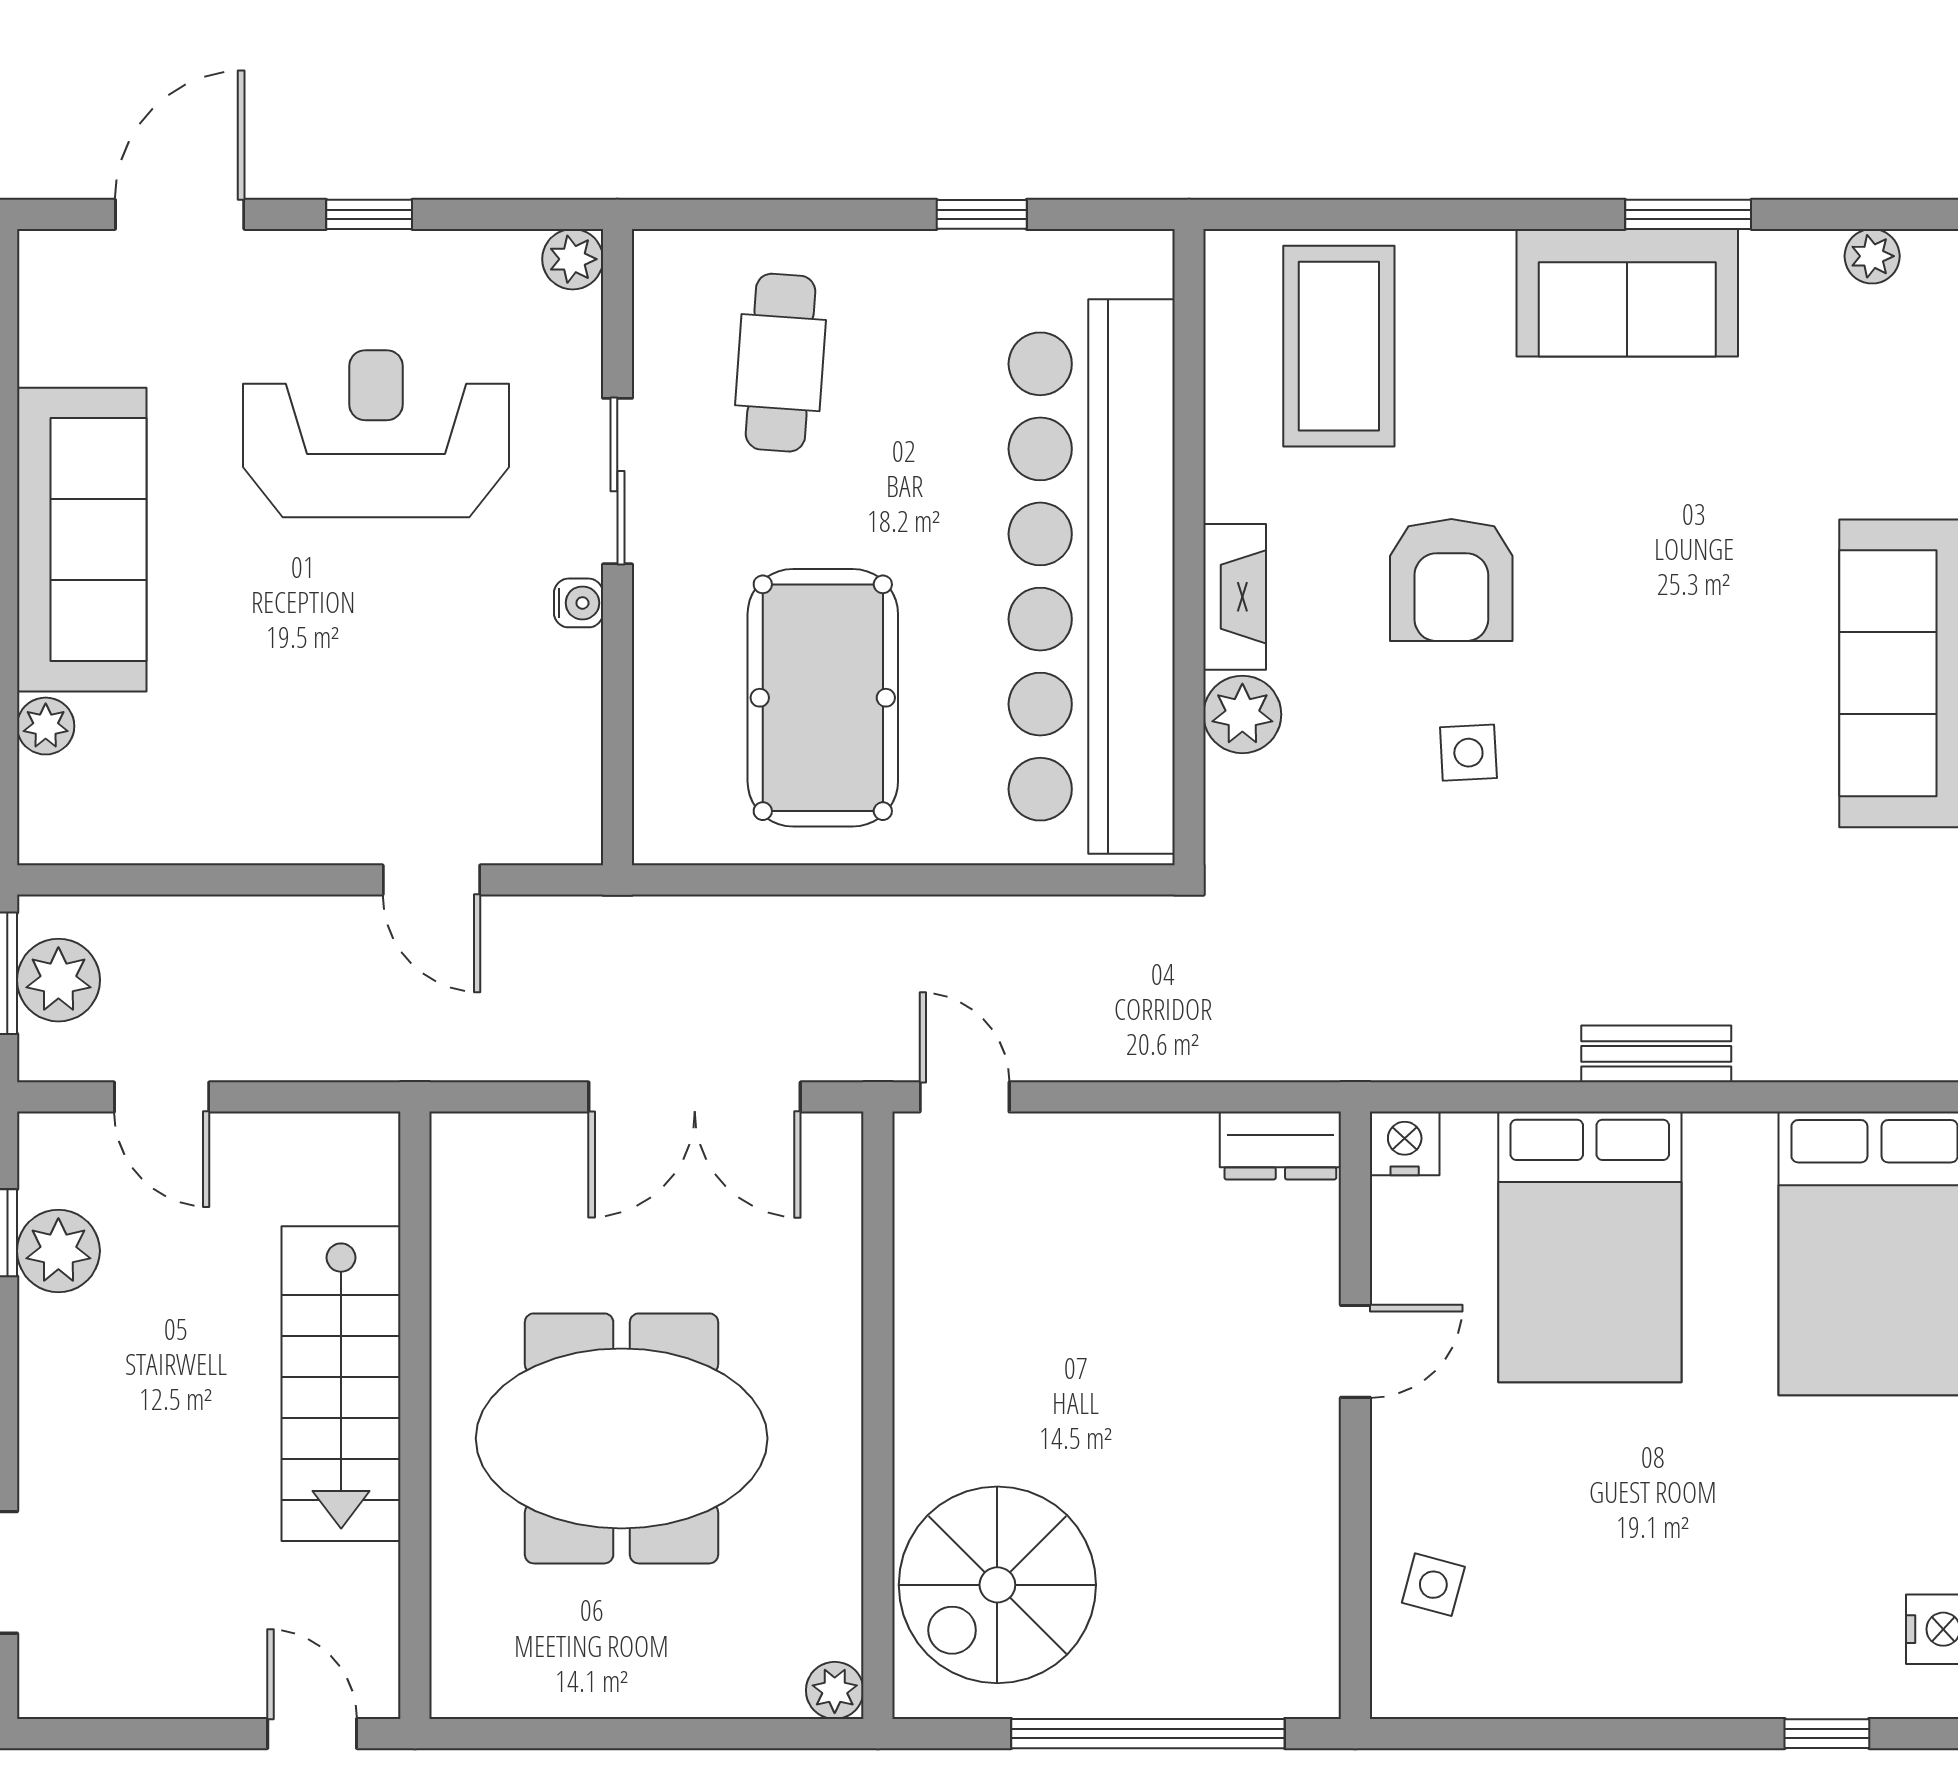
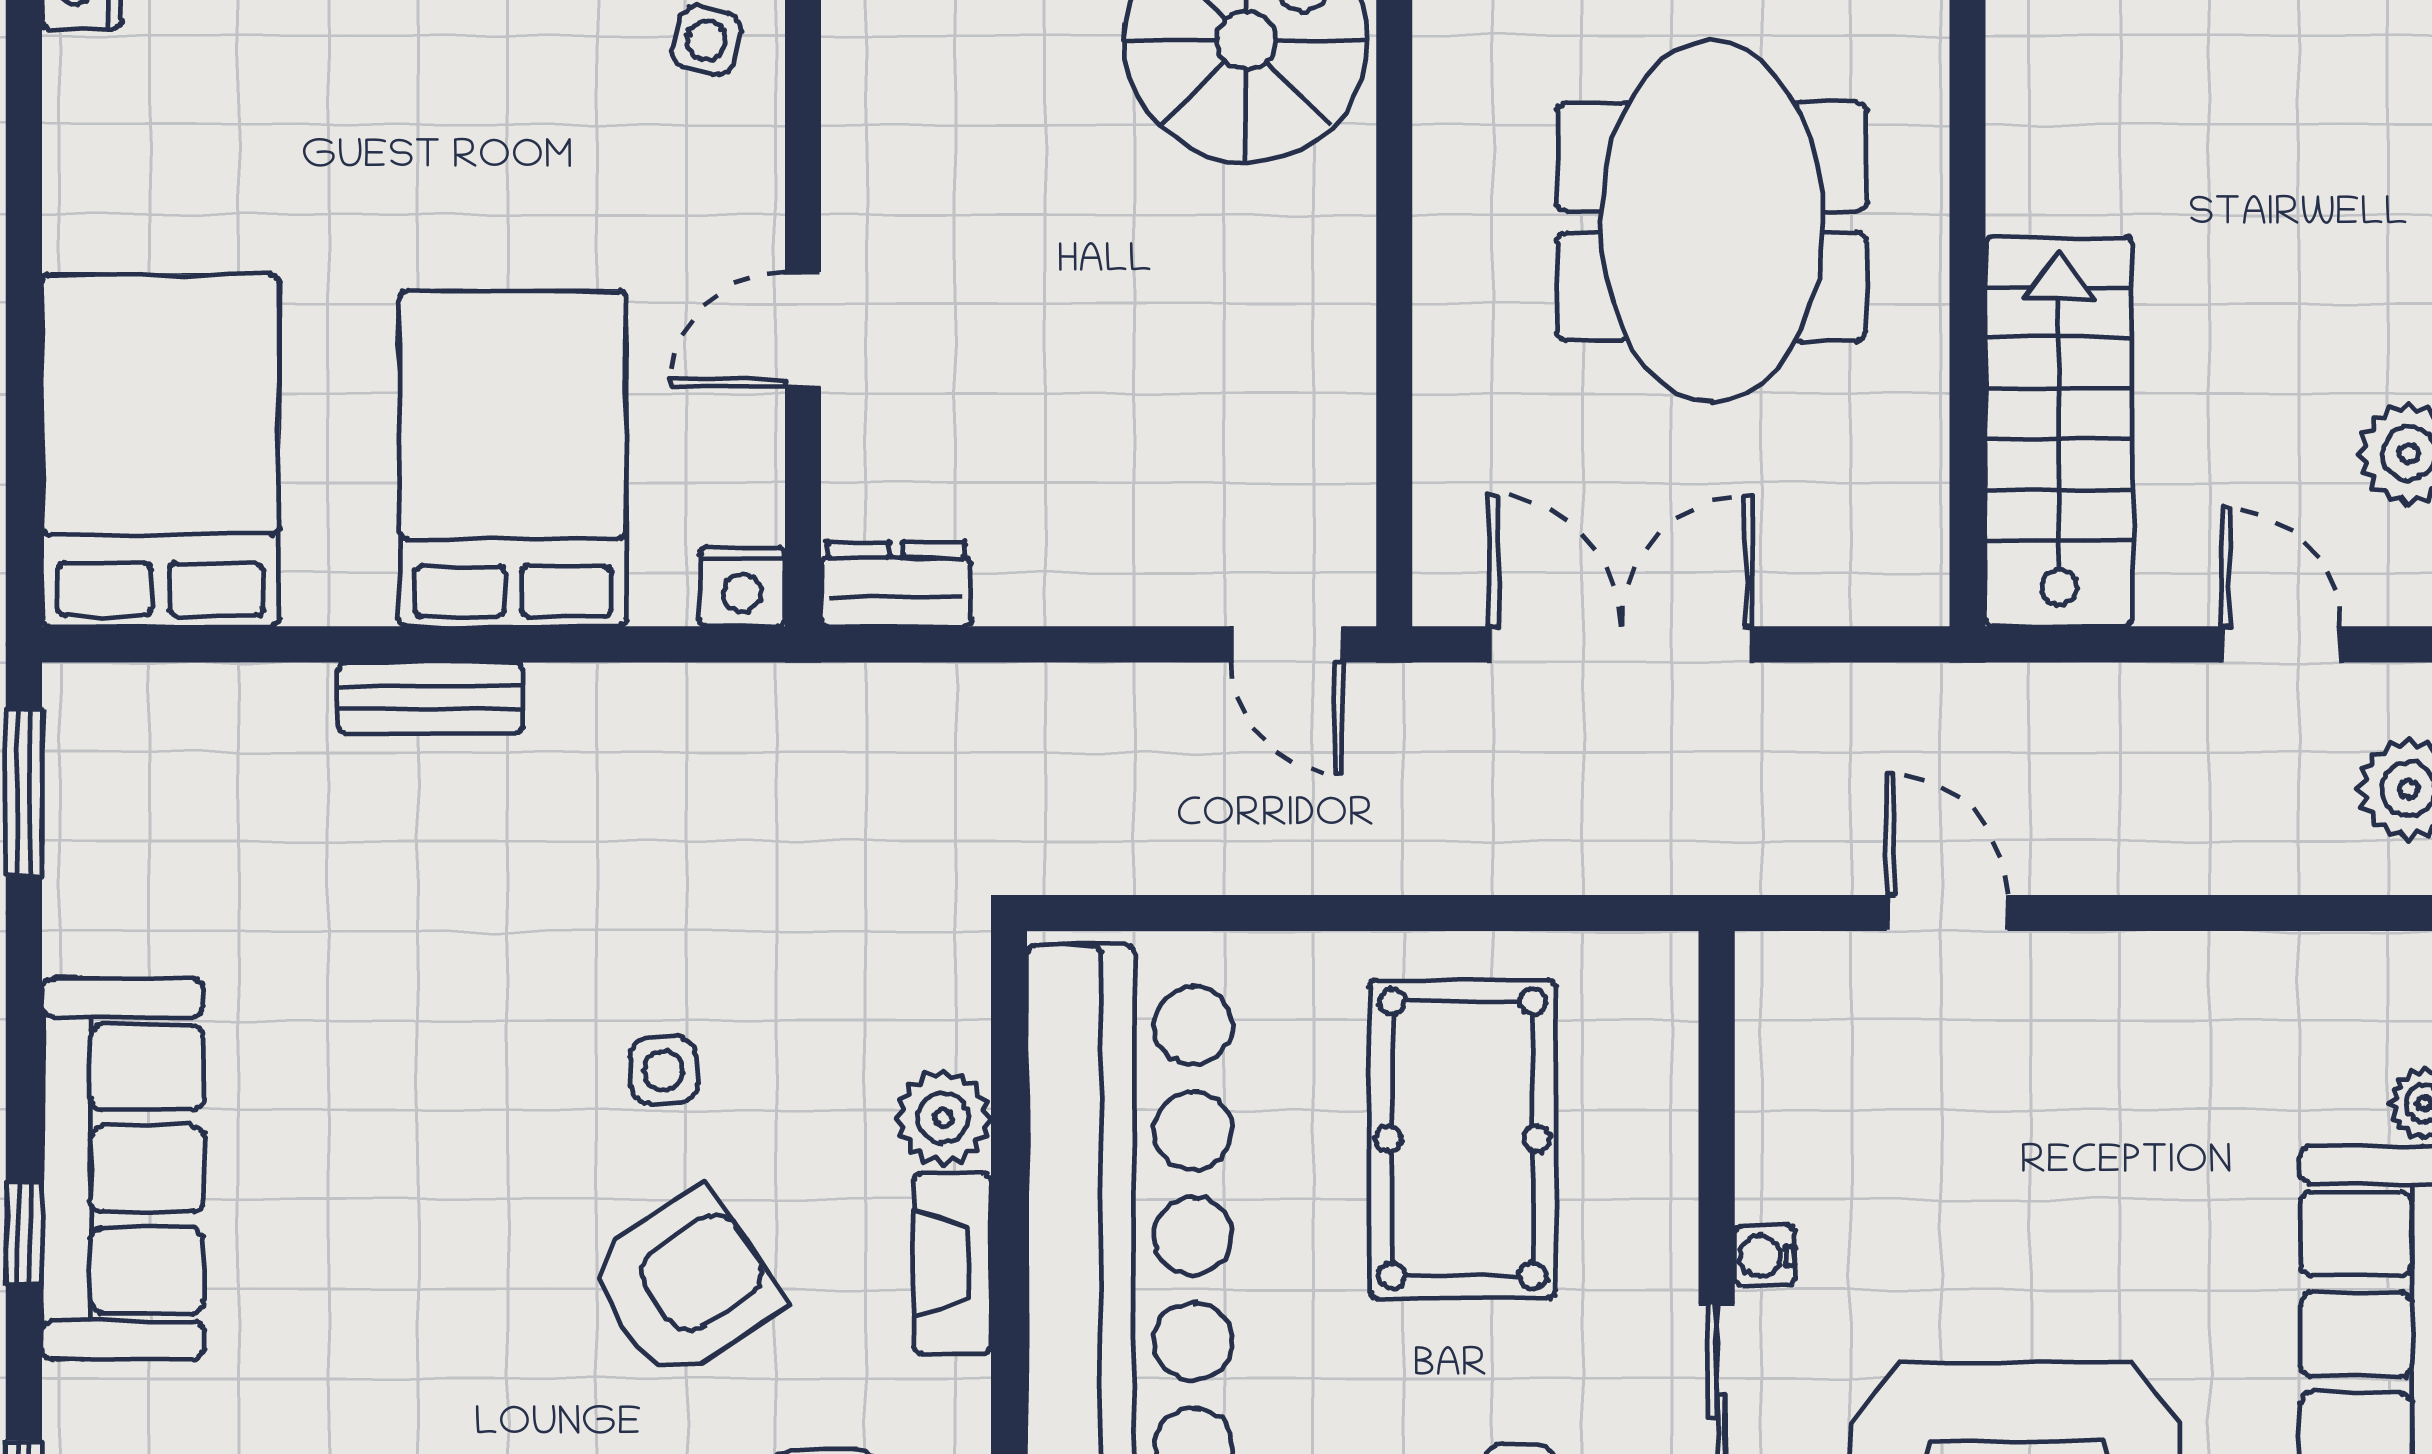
armchair: (1451, 580) -> (684, 1284), turned 56
stairs: (341, 1384) -> (2059, 431), moved
meeting table: (622, 1438) -> (1712, 222), turned 90

